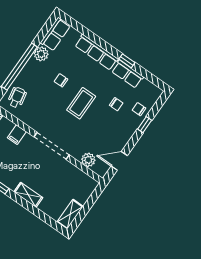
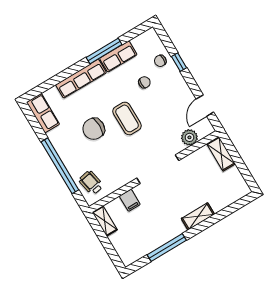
plant: (41, 54) -> (57, 137), removed
window: (127, 61) -> (104, 51), width x2.17
chair: (61, 80) -> (94, 129), width x1.87, depth x1.87
shelving: (70, 214) -> (221, 154), moved

